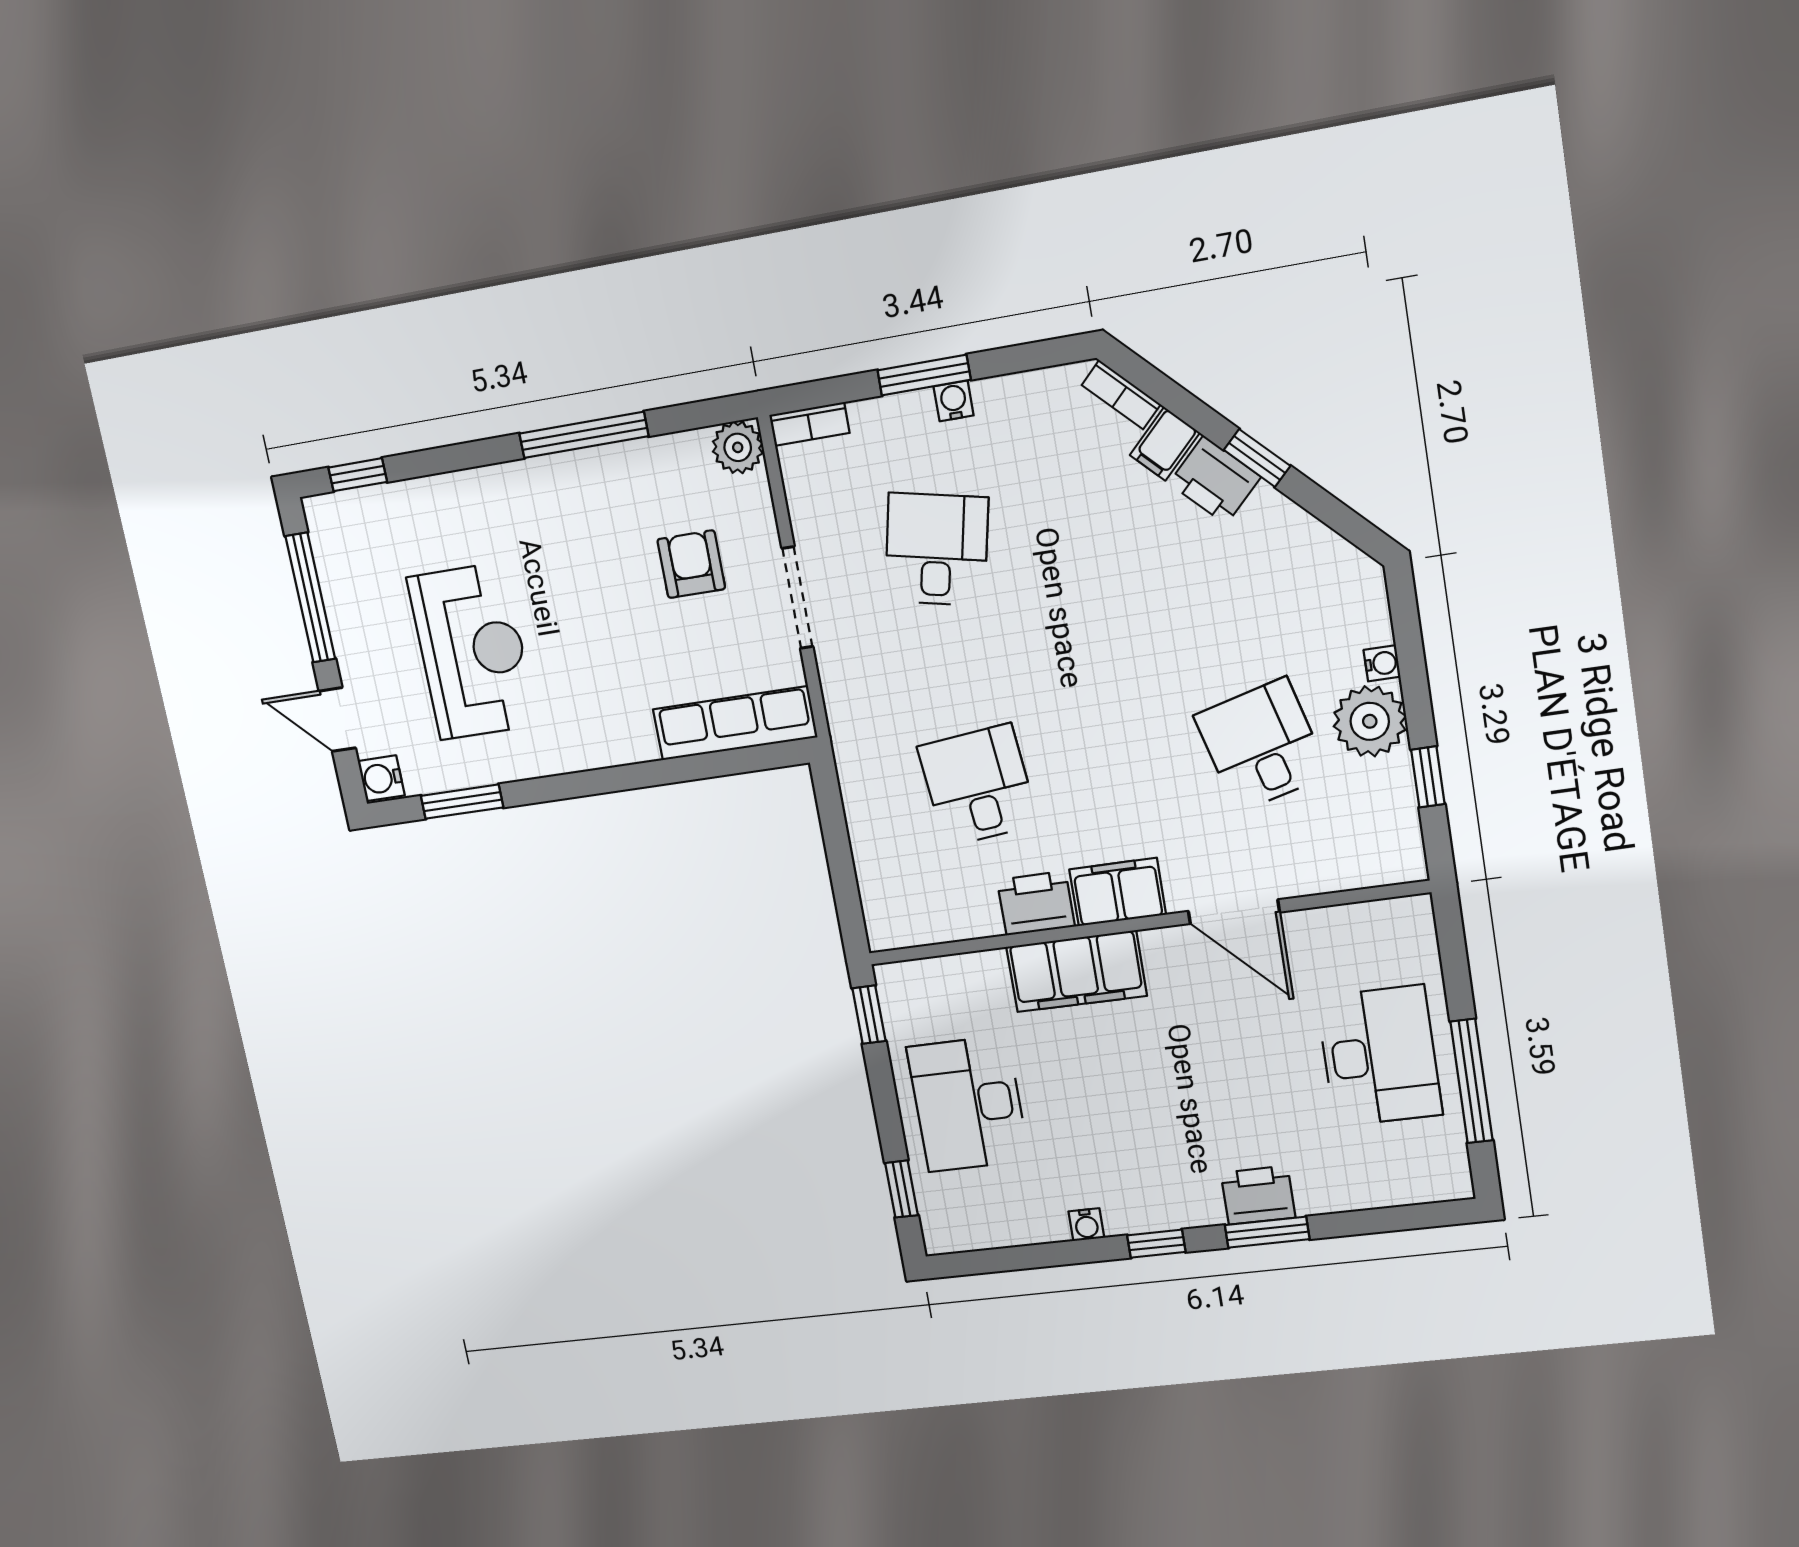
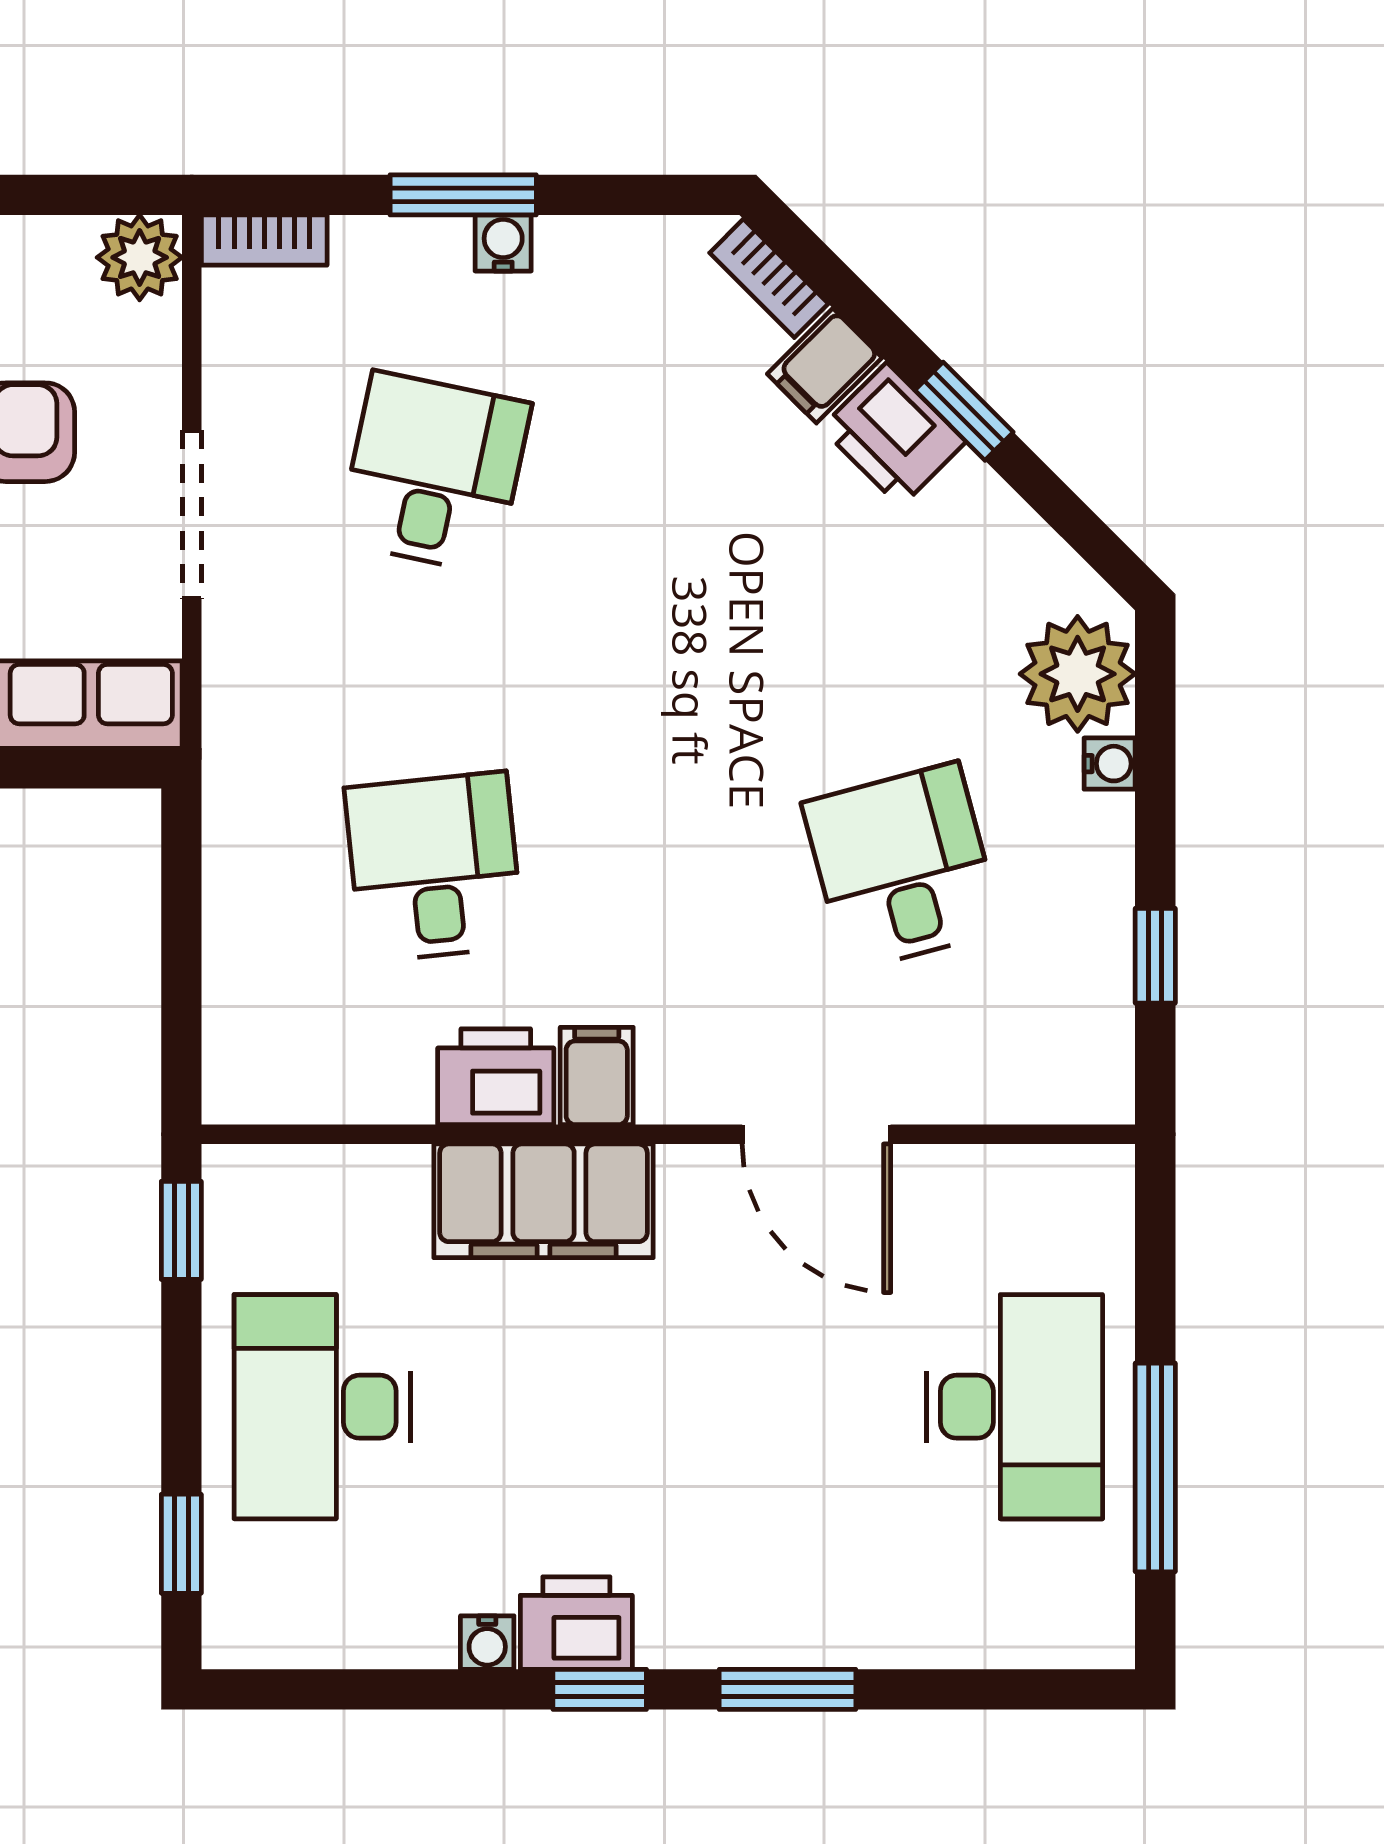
plant: (1370, 721) -> (1078, 674), moved
filing cabinet: (1118, 892) -> (597, 1076), width x0.50
printer: (1258, 1195) -> (576, 1623), moved

